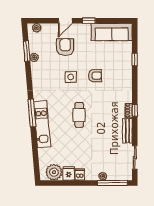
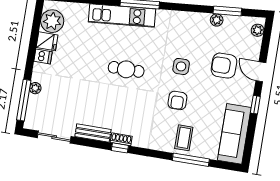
armchair: (65, 47) -> (224, 66), turned 180
window: (135, 59) -> (191, 160), width x2.17
coffee table: (120, 67) -> (184, 138), added

